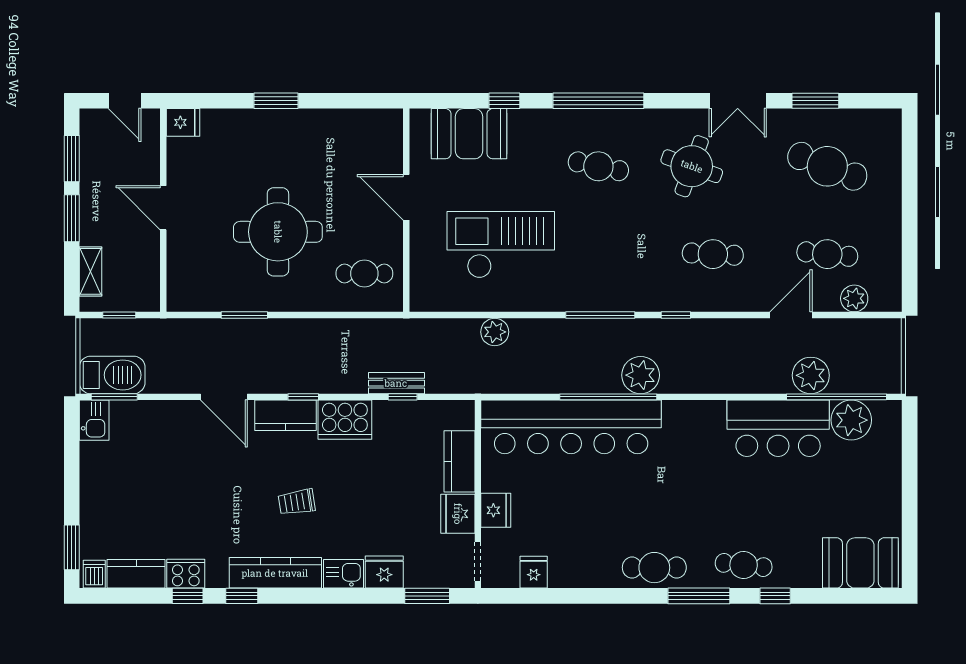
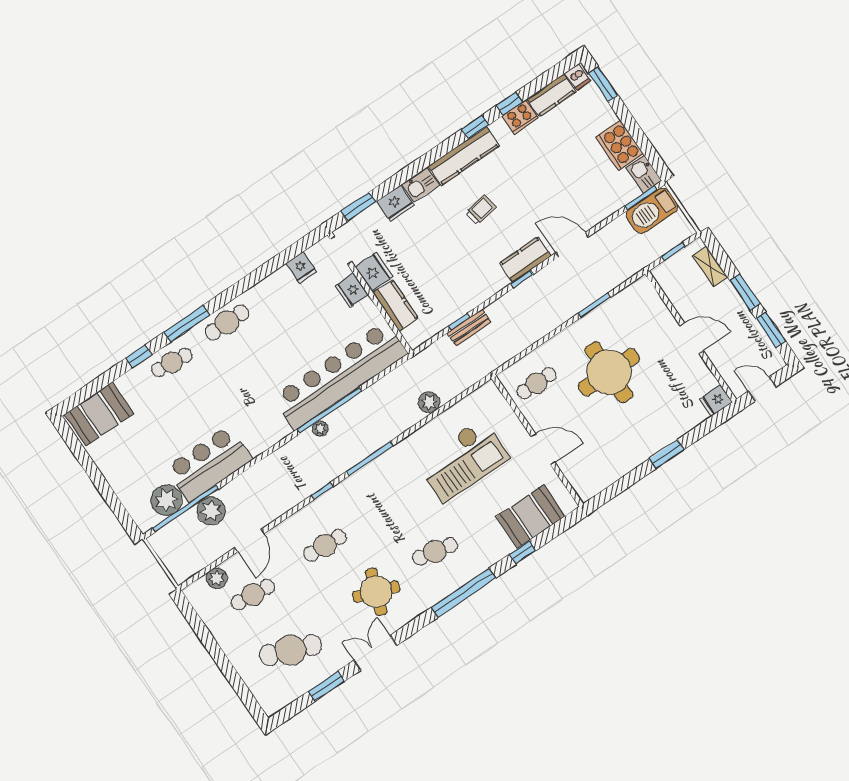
plant: (641, 375) -> (320, 429), width x0.53, depth x0.53
cooker: (345, 420) -> (620, 145), moved, turned -90

